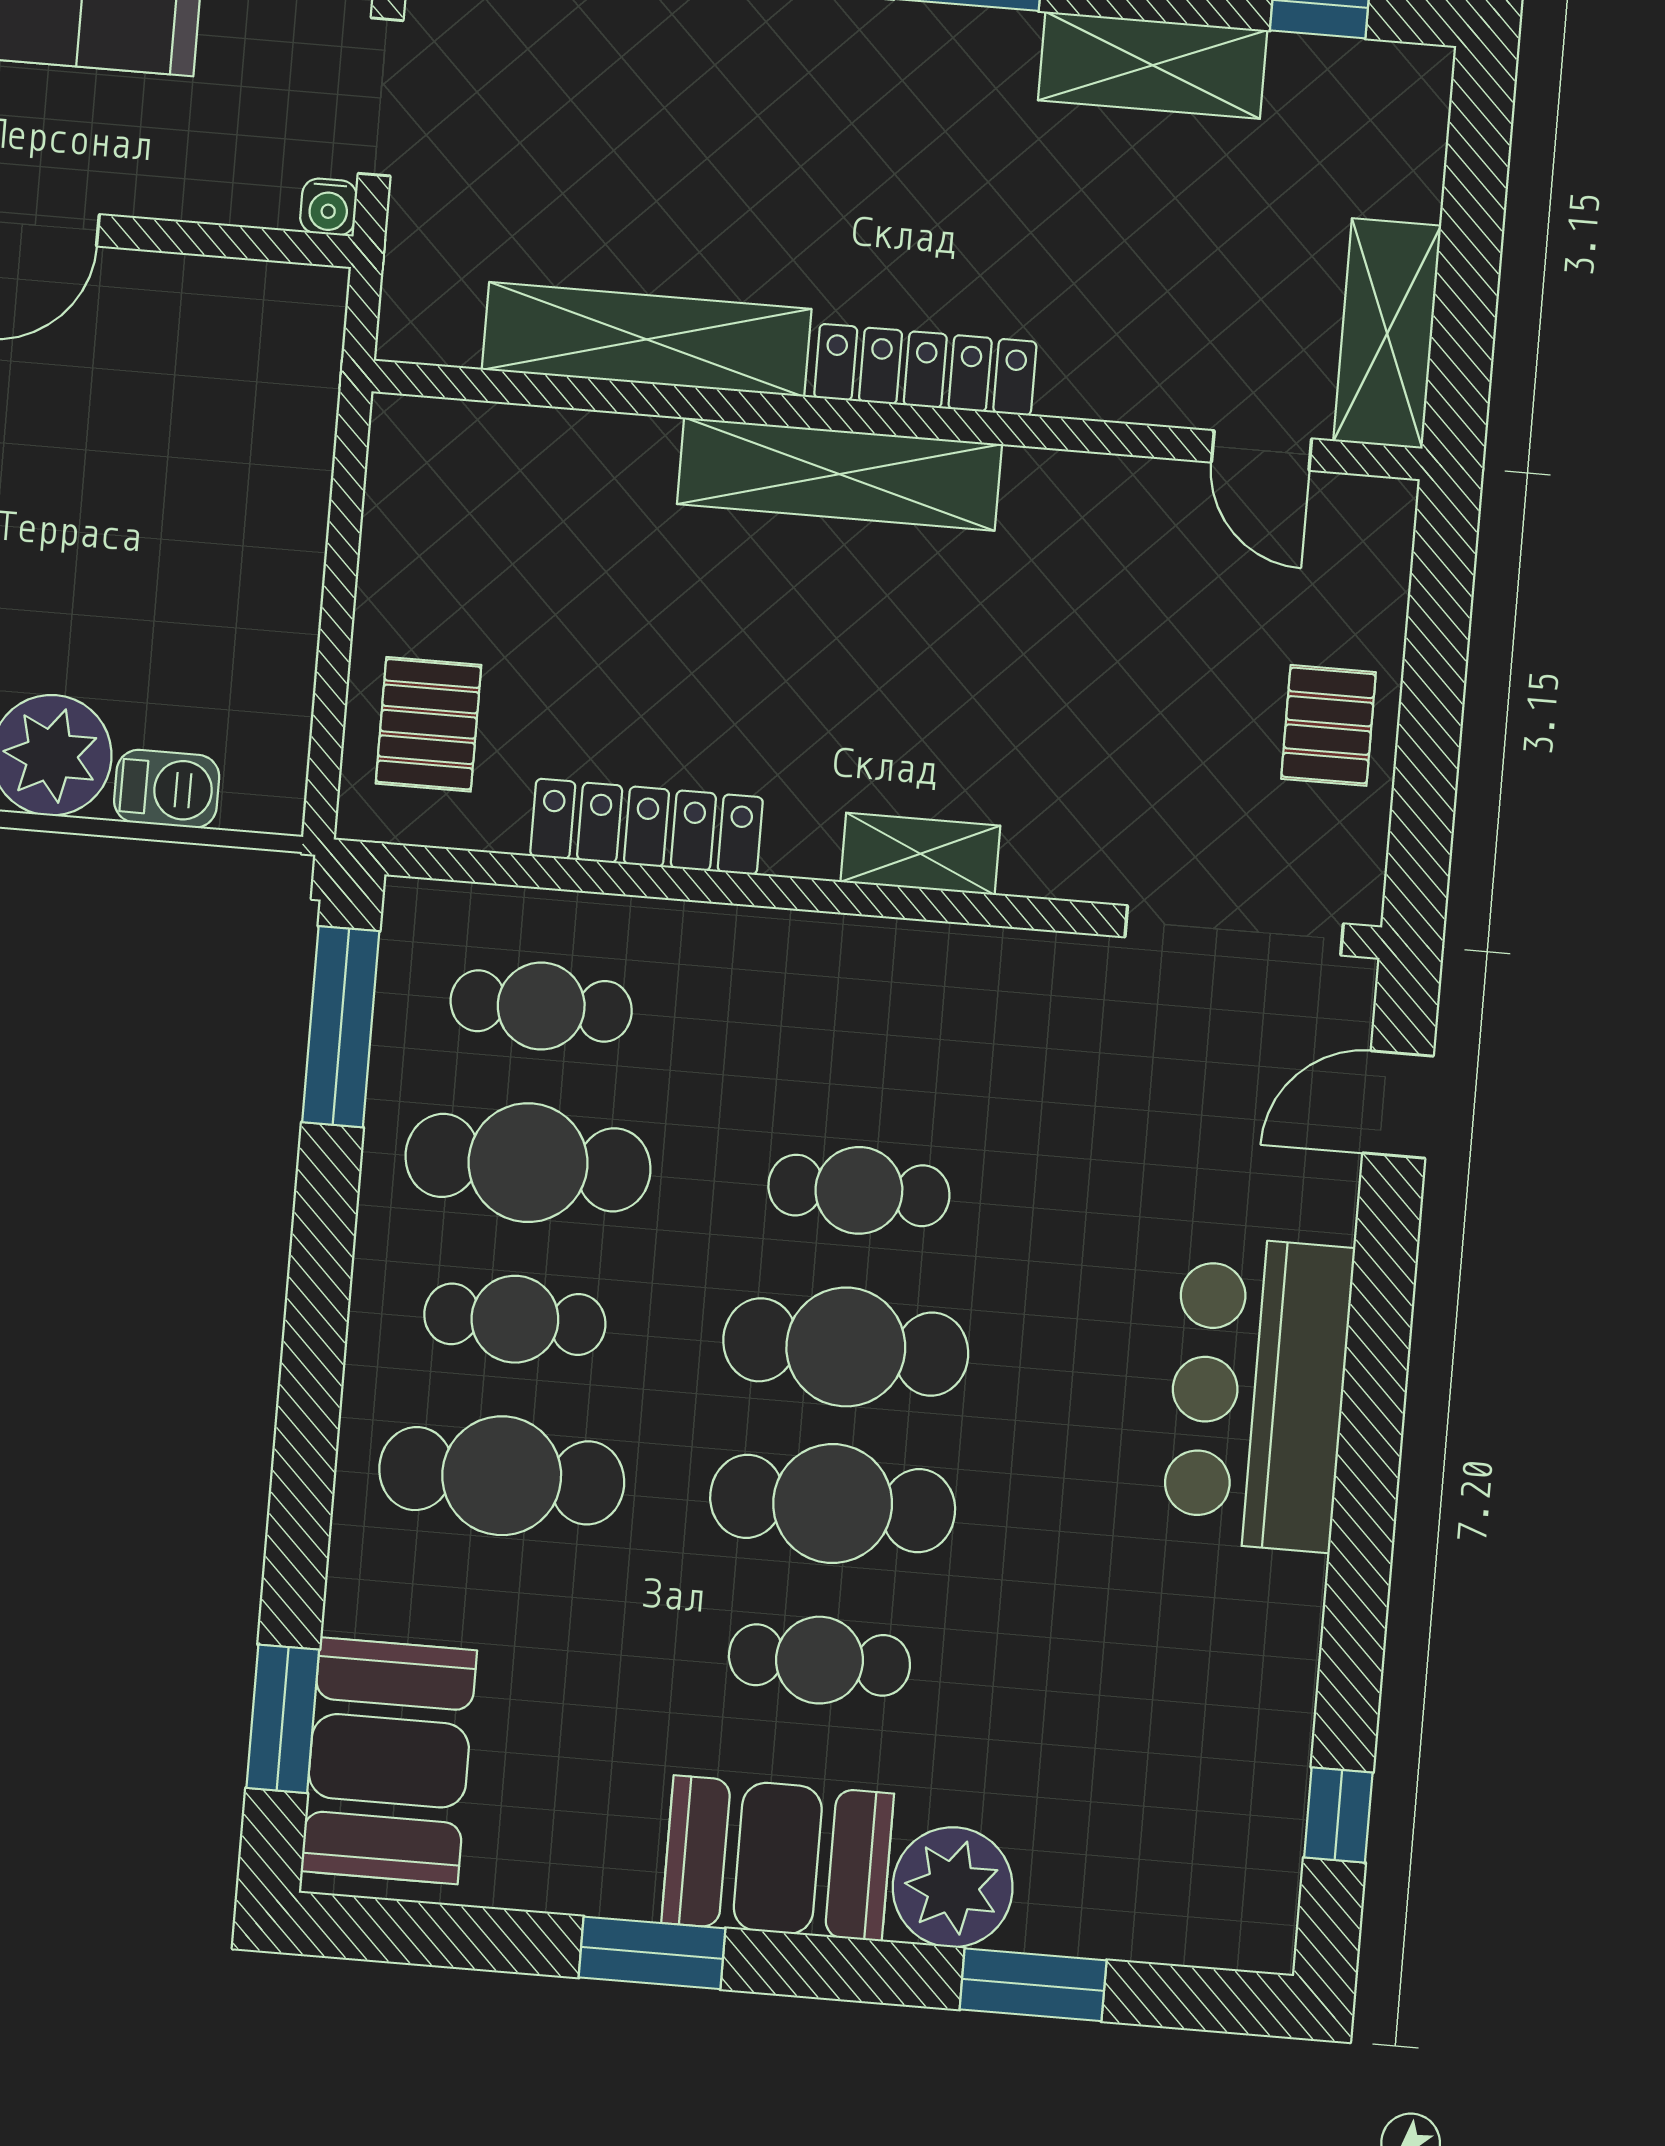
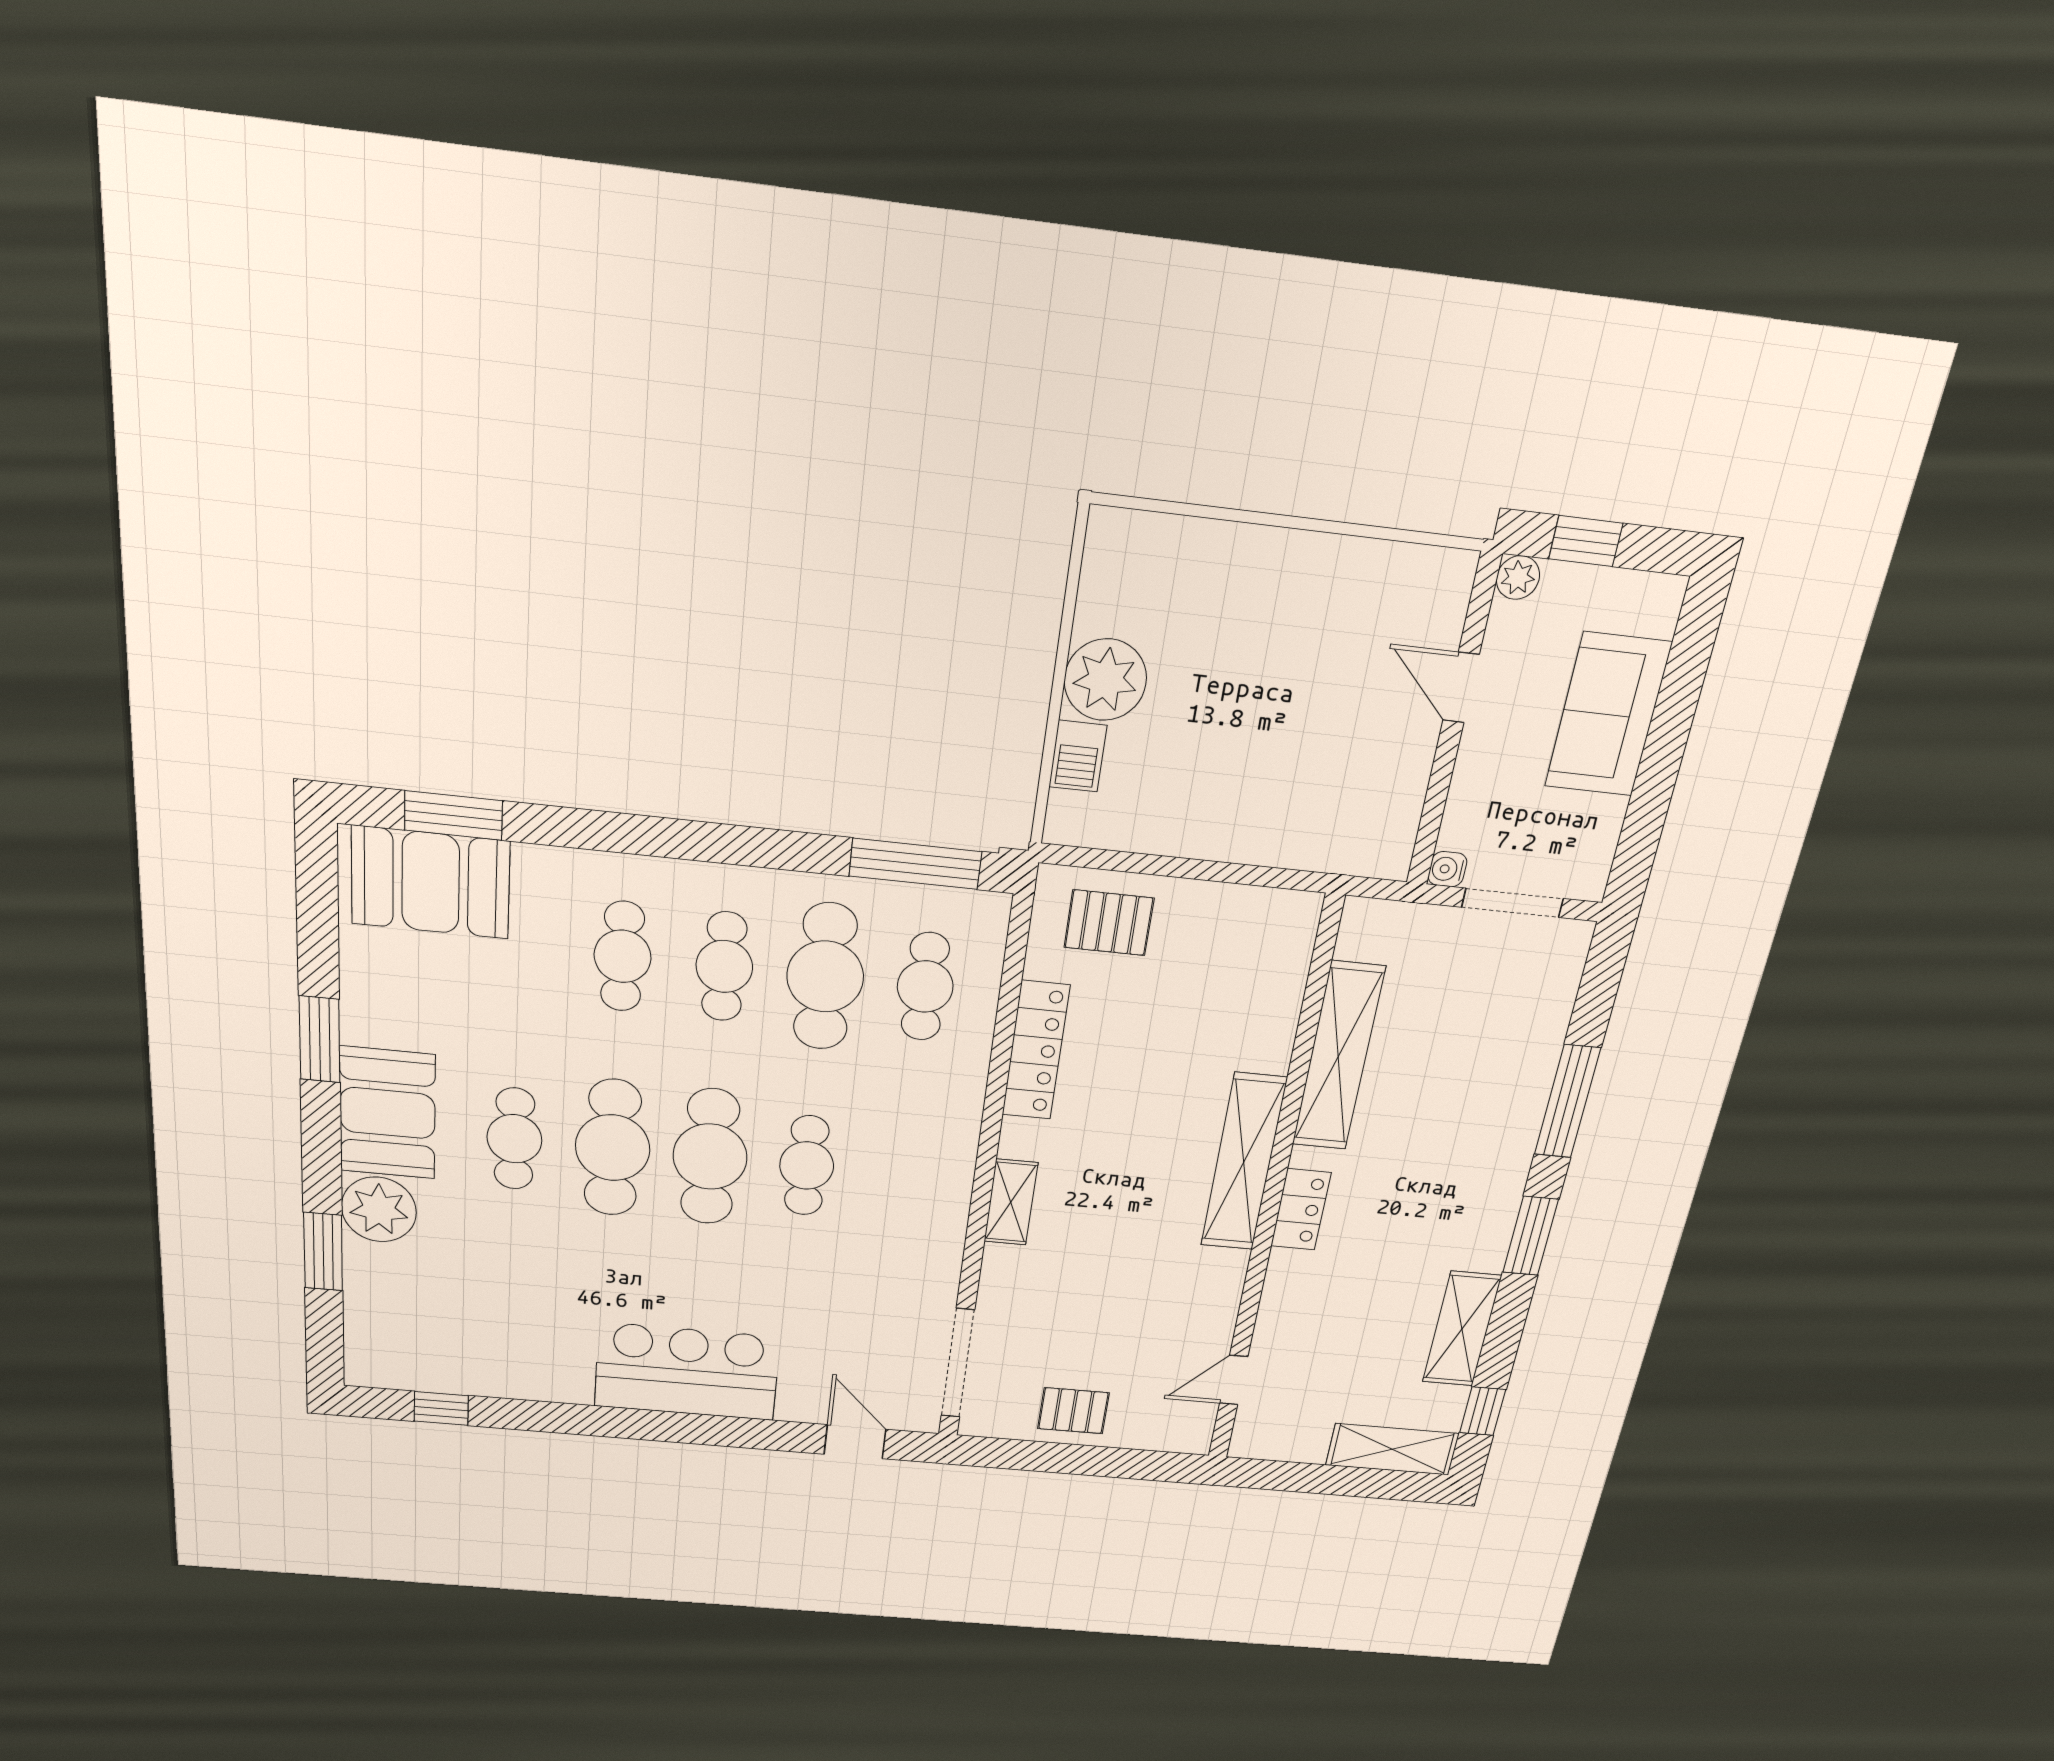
shelving: (1387, 333) -> (1392, 1449), moved
locker: (925, 370) -> (1301, 1209), width x0.66
cafe table: (502, 1476) -> (623, 956), width x0.73, depth x0.74

